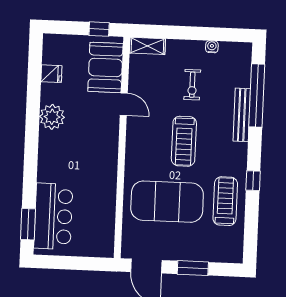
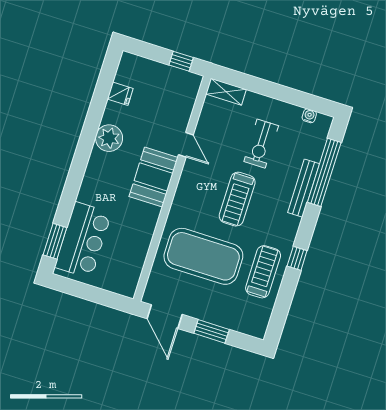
water cooler: (212, 47) -> (309, 116), moved
booth: (105, 67) -> (154, 177), moved
exercise bike: (192, 85) -> (261, 144), width x1.38, depth x1.39

